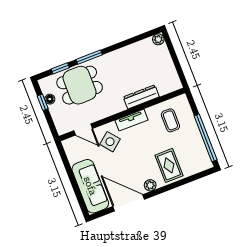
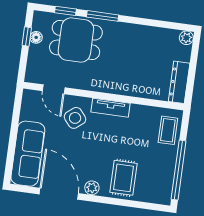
dresser: (141, 97) -> (179, 82), moved, turned -90
coffee table: (170, 120) -> (168, 130), moved

